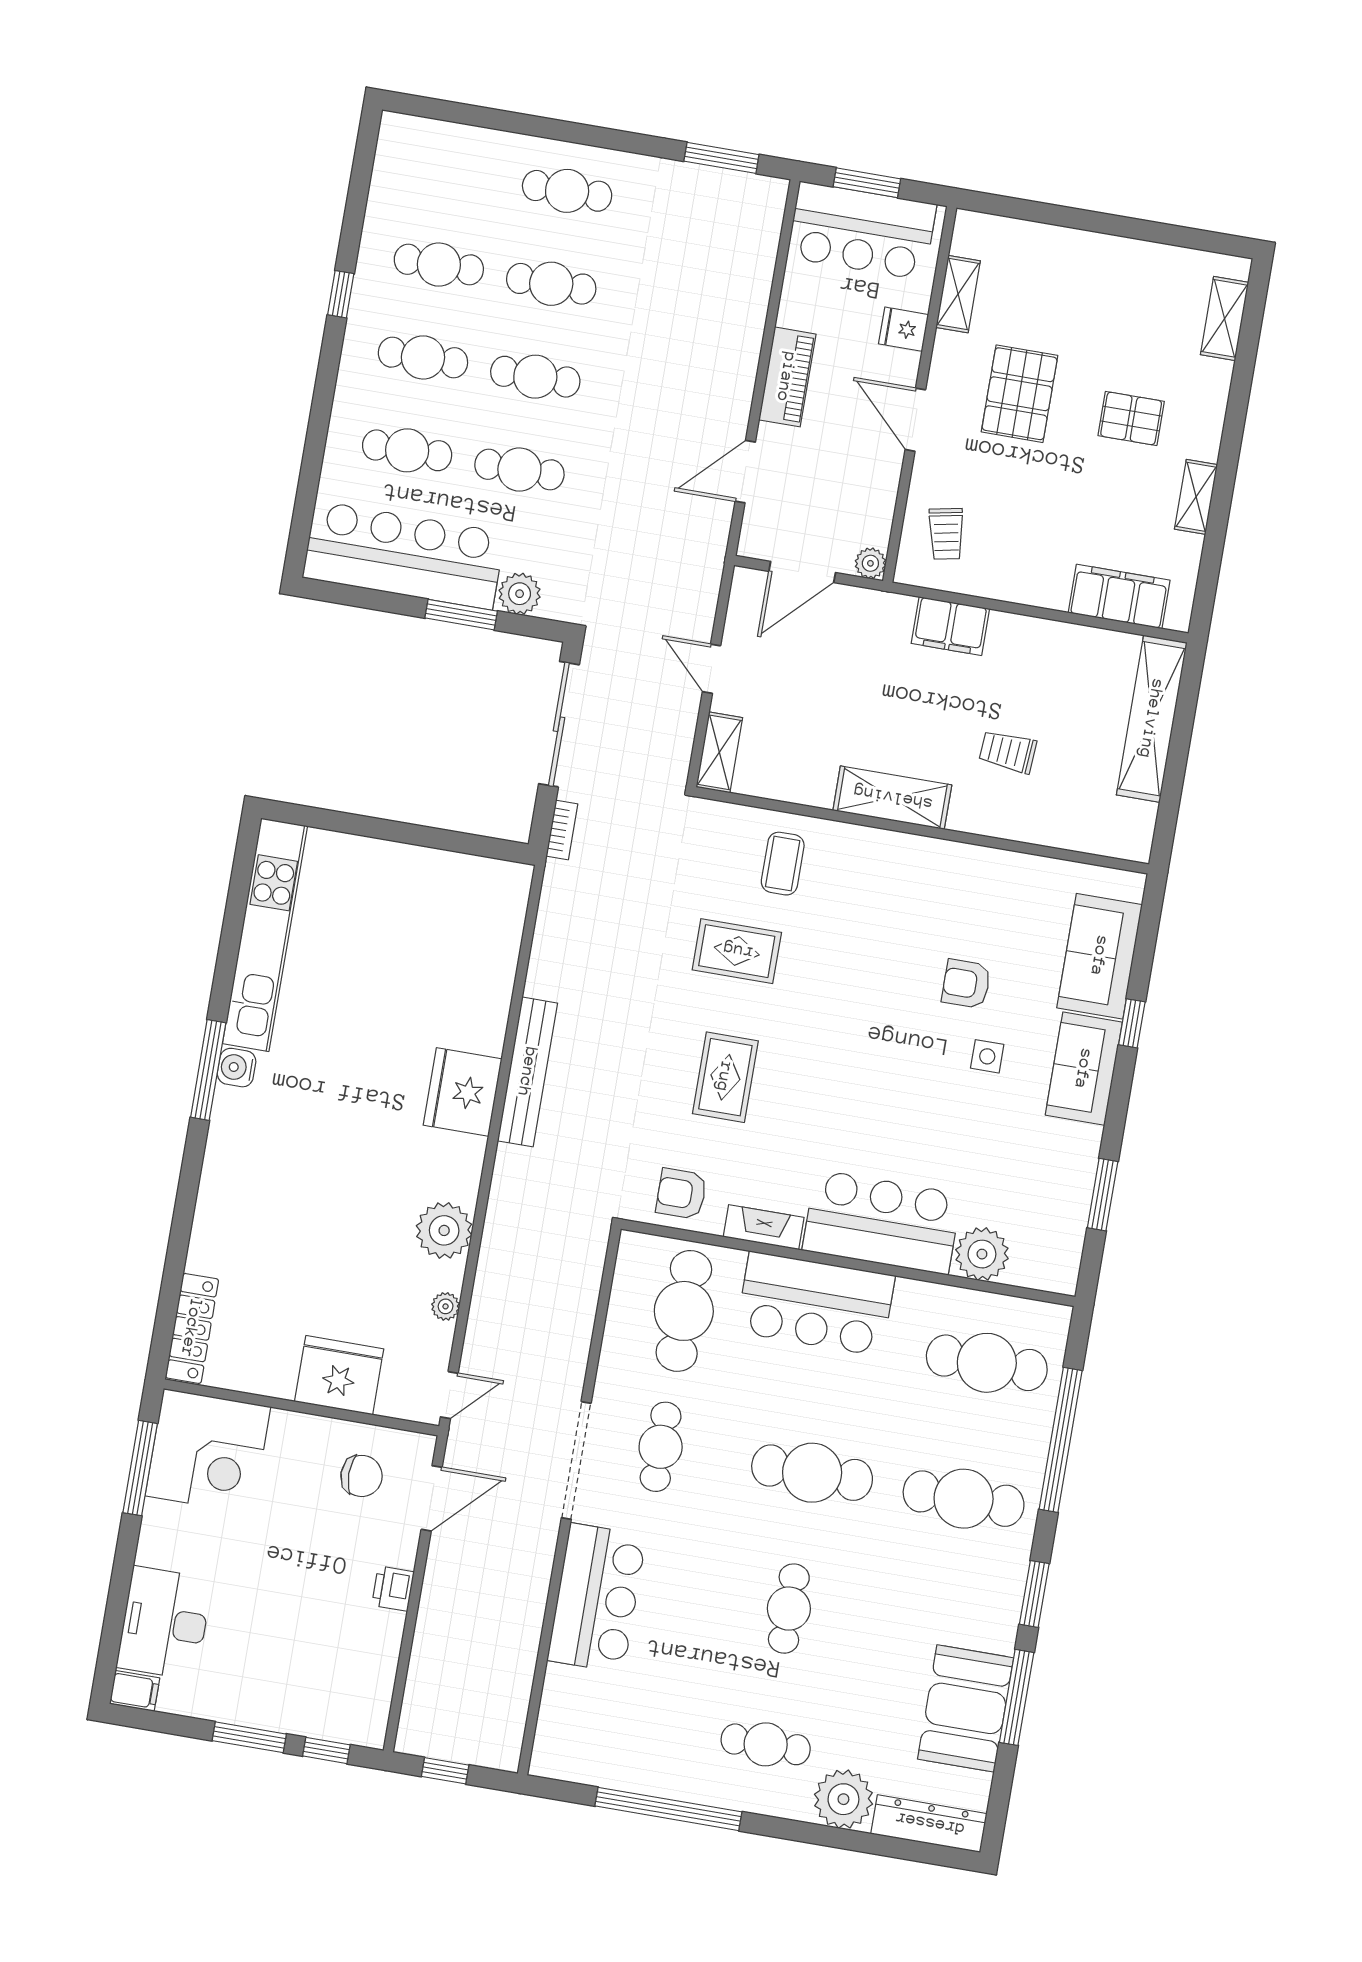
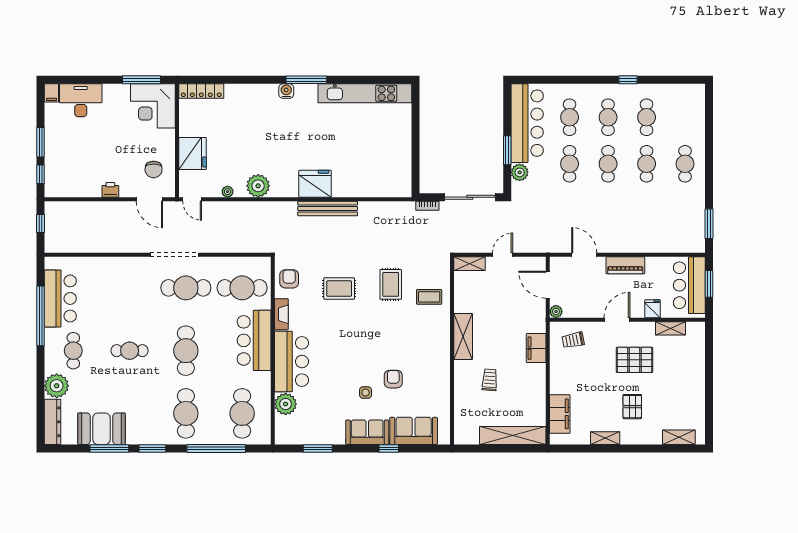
water cooler: (237, 1068) -> (286, 91), moved
cafe table: (661, 1447) -> (186, 288), width x1.37, depth x1.35
bar counter: (597, 1598) -> (60, 298), moved, turned -90

